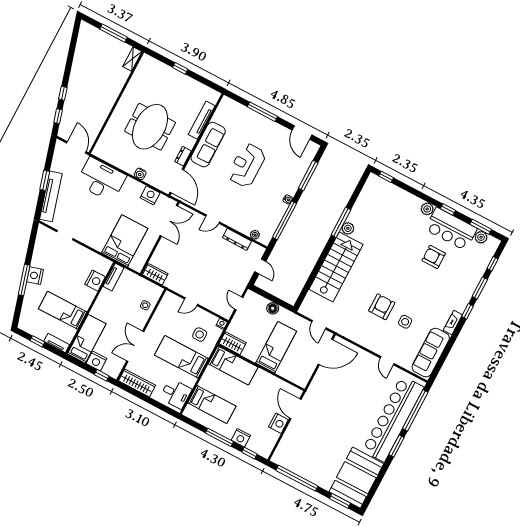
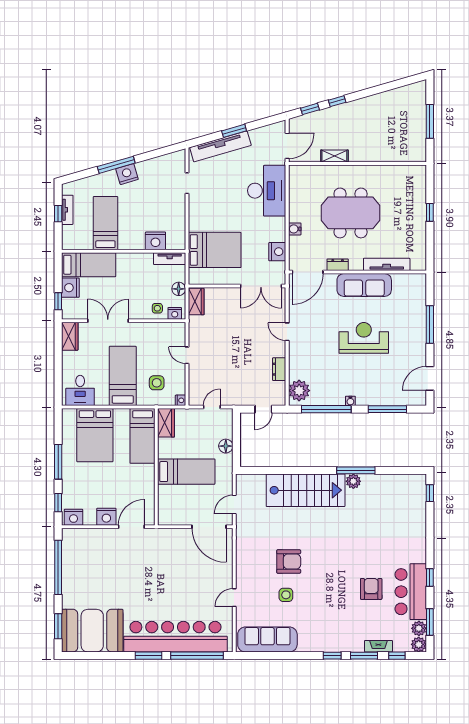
shelving: (132, 59) -> (334, 156), moved
plant: (427, 209) -> (419, 644), moved
plant: (255, 235) -> (299, 391), width x1.88, depth x1.88
dresser: (237, 239) -> (279, 369), width x0.70
floor lamp: (139, 282) -> (179, 289), added
nightstand: (156, 294) -> (175, 313), added
fireplace: (453, 323) -> (378, 646), moved
tv unit: (57, 343) -> (67, 210), moved
wardrobe: (137, 383) -> (70, 336), width x0.67
bed: (212, 405) -> (95, 435), width x1.50
nightstand: (241, 438) -> (73, 517), moved, turned -90

